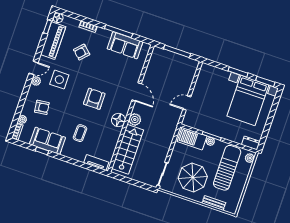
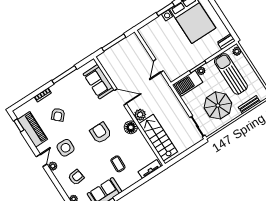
floor lamp: (58, 18) -> (18, 112), removed
sofa: (125, 45) -> (99, 82), moved, turned 90

